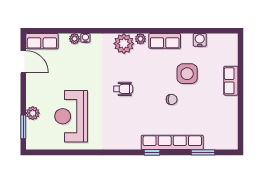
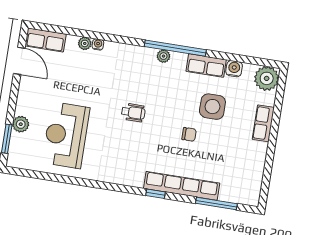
window: (149, 31) -> (175, 48), added
row of seats: (165, 41) -> (206, 65), moved
plant: (124, 44) -> (267, 78), moved
window: (203, 152) -> (216, 204), width x1.44

